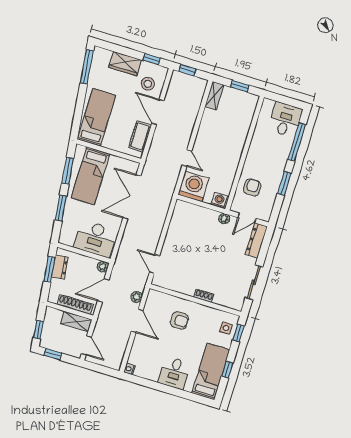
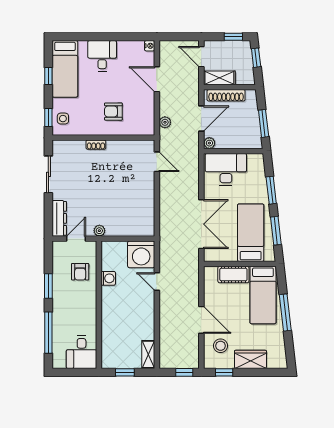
window: (87, 67) -> (285, 313), moved
desk: (285, 120) -> (82, 352), moved
cot: (140, 136) -> (233, 275), moved, turned 90
washing machine: (219, 200) -> (108, 278), moved, turned -90
dresser: (60, 267) -> (254, 129), removed
door: (137, 321) -> (157, 79), moved

